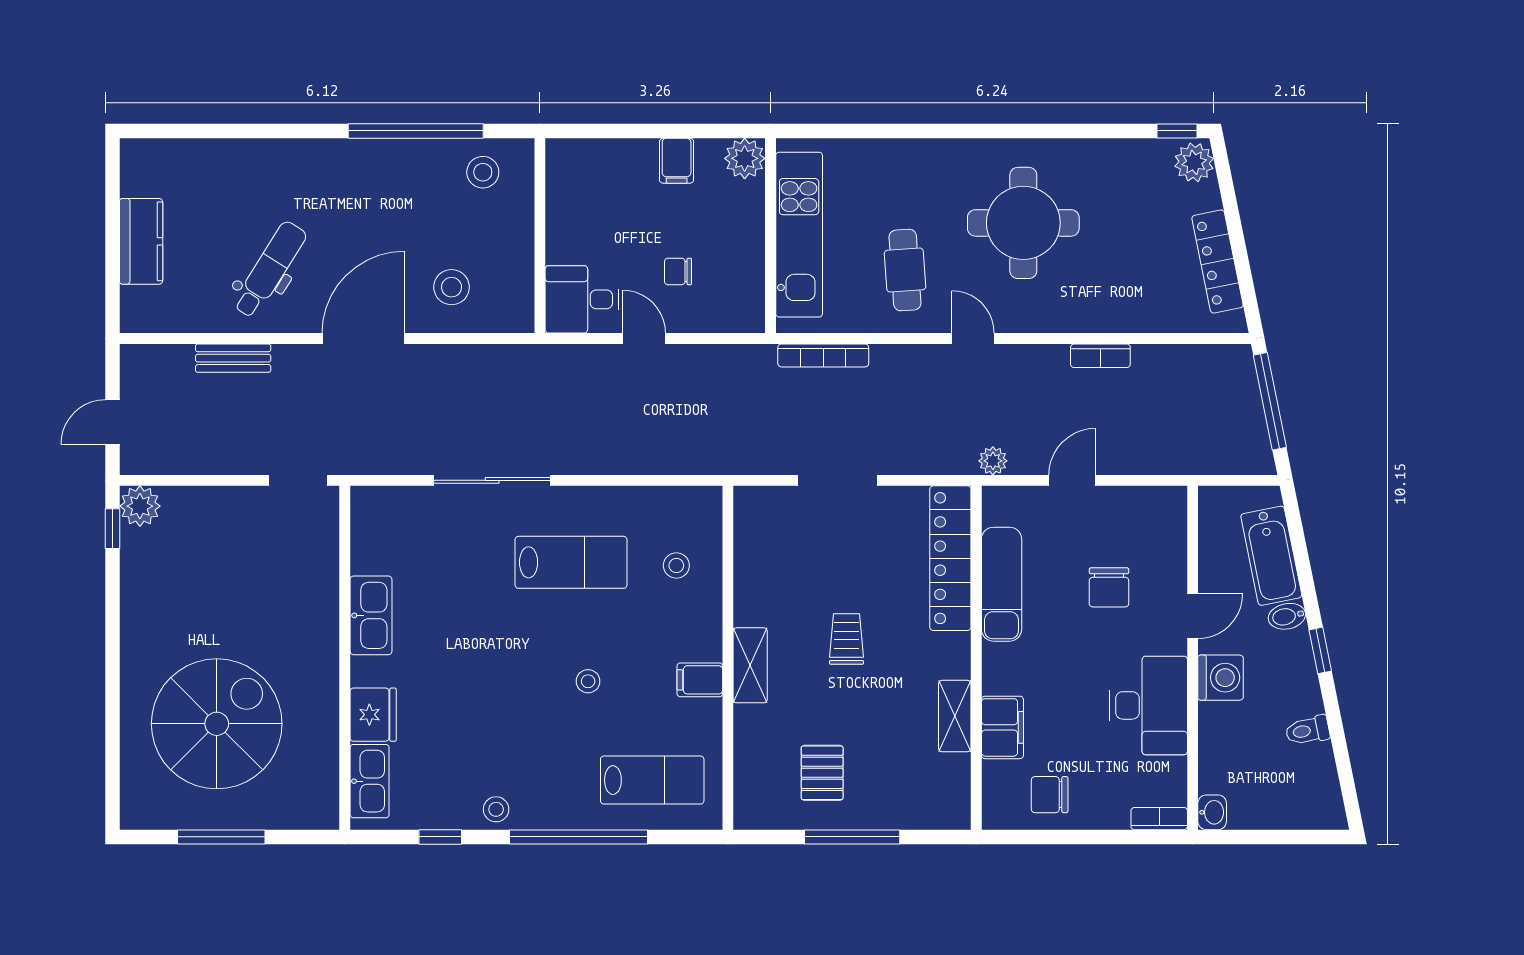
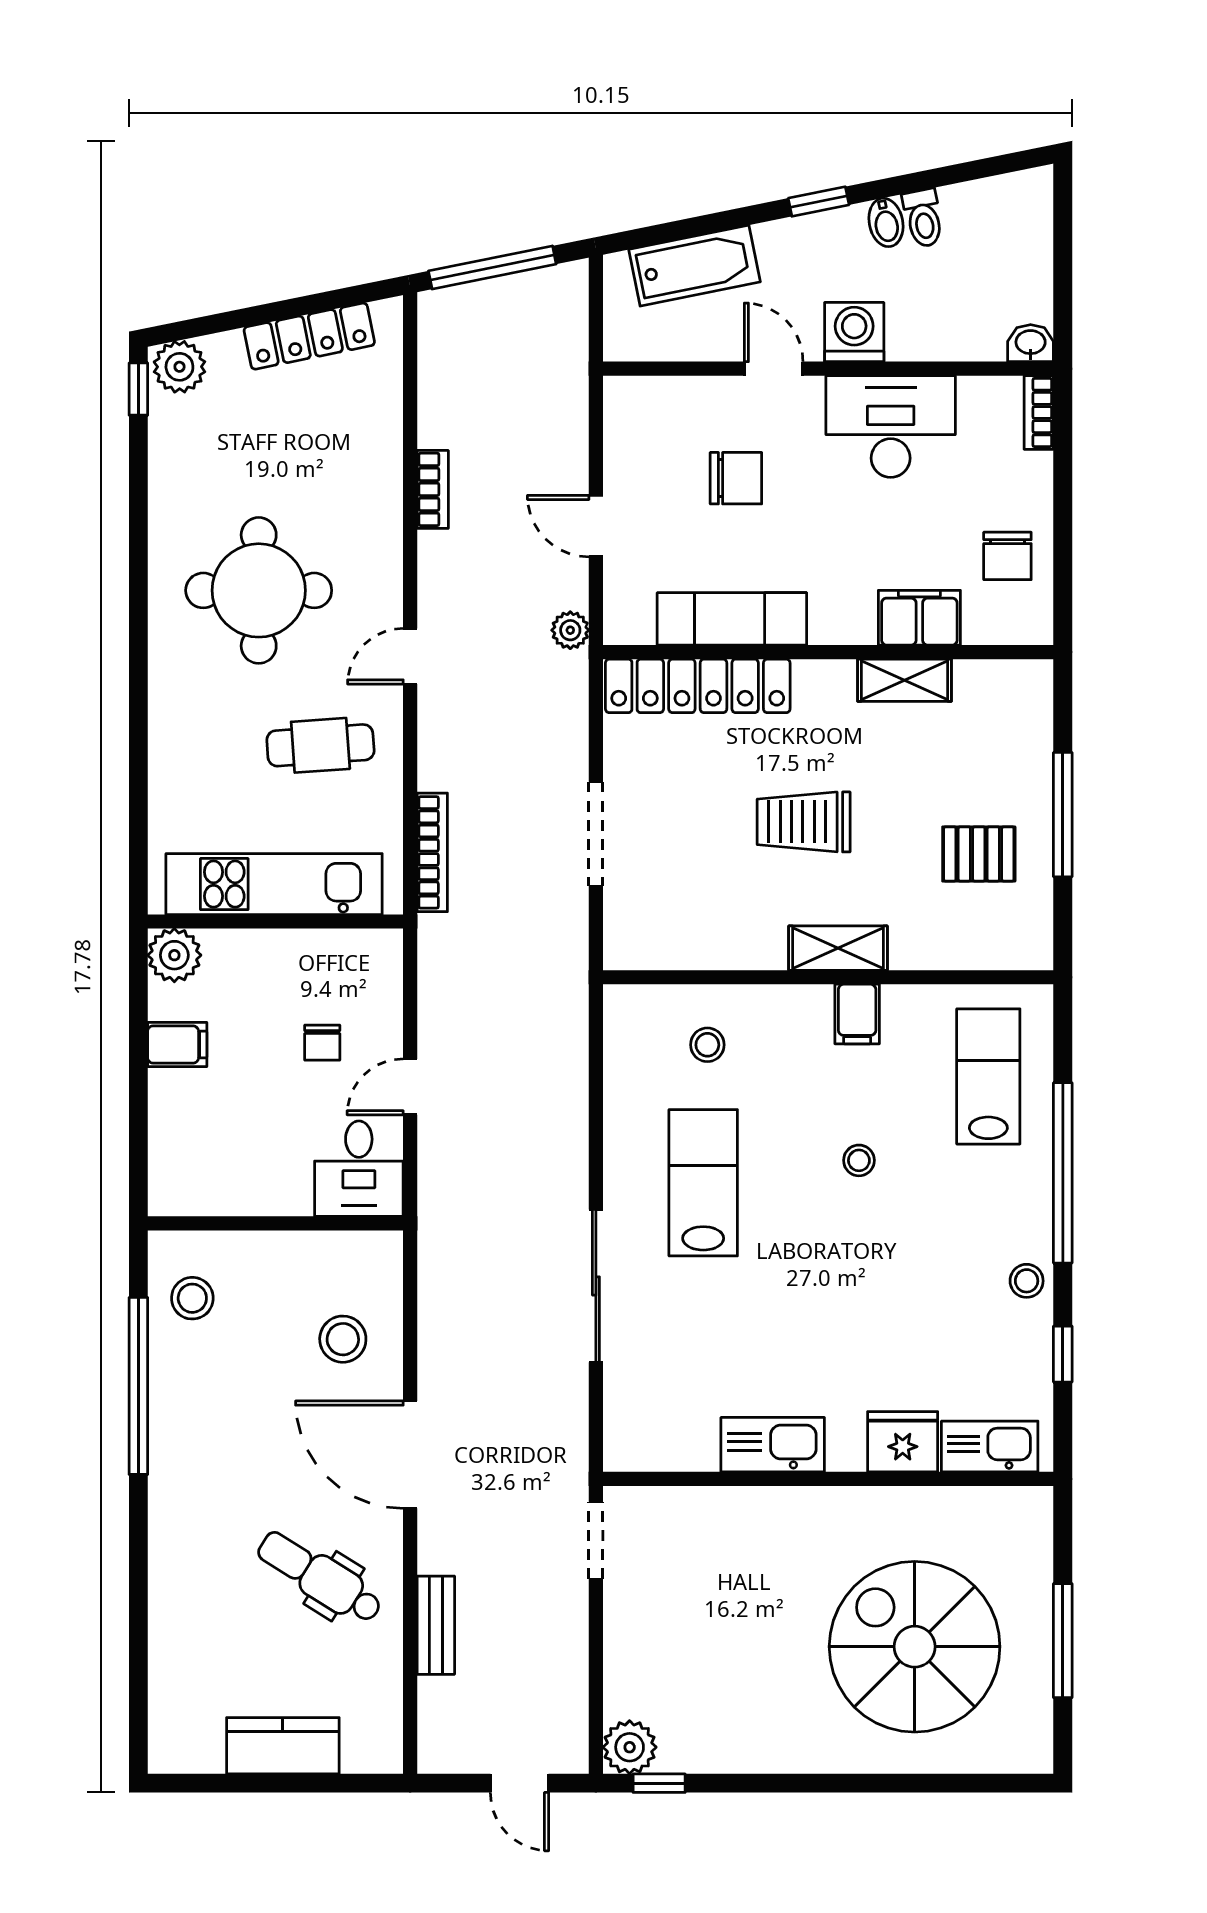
bidet: (1287, 616) -> (886, 222), moved
trolley: (847, 639) -> (804, 822), width x1.36, depth x1.39

